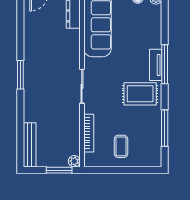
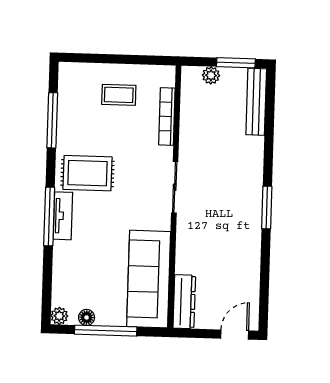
coffee table: (121, 146) -> (119, 95), turned 90
plant: (74, 161) -> (211, 75), moved
window: (59, 170) -> (236, 63), moved

